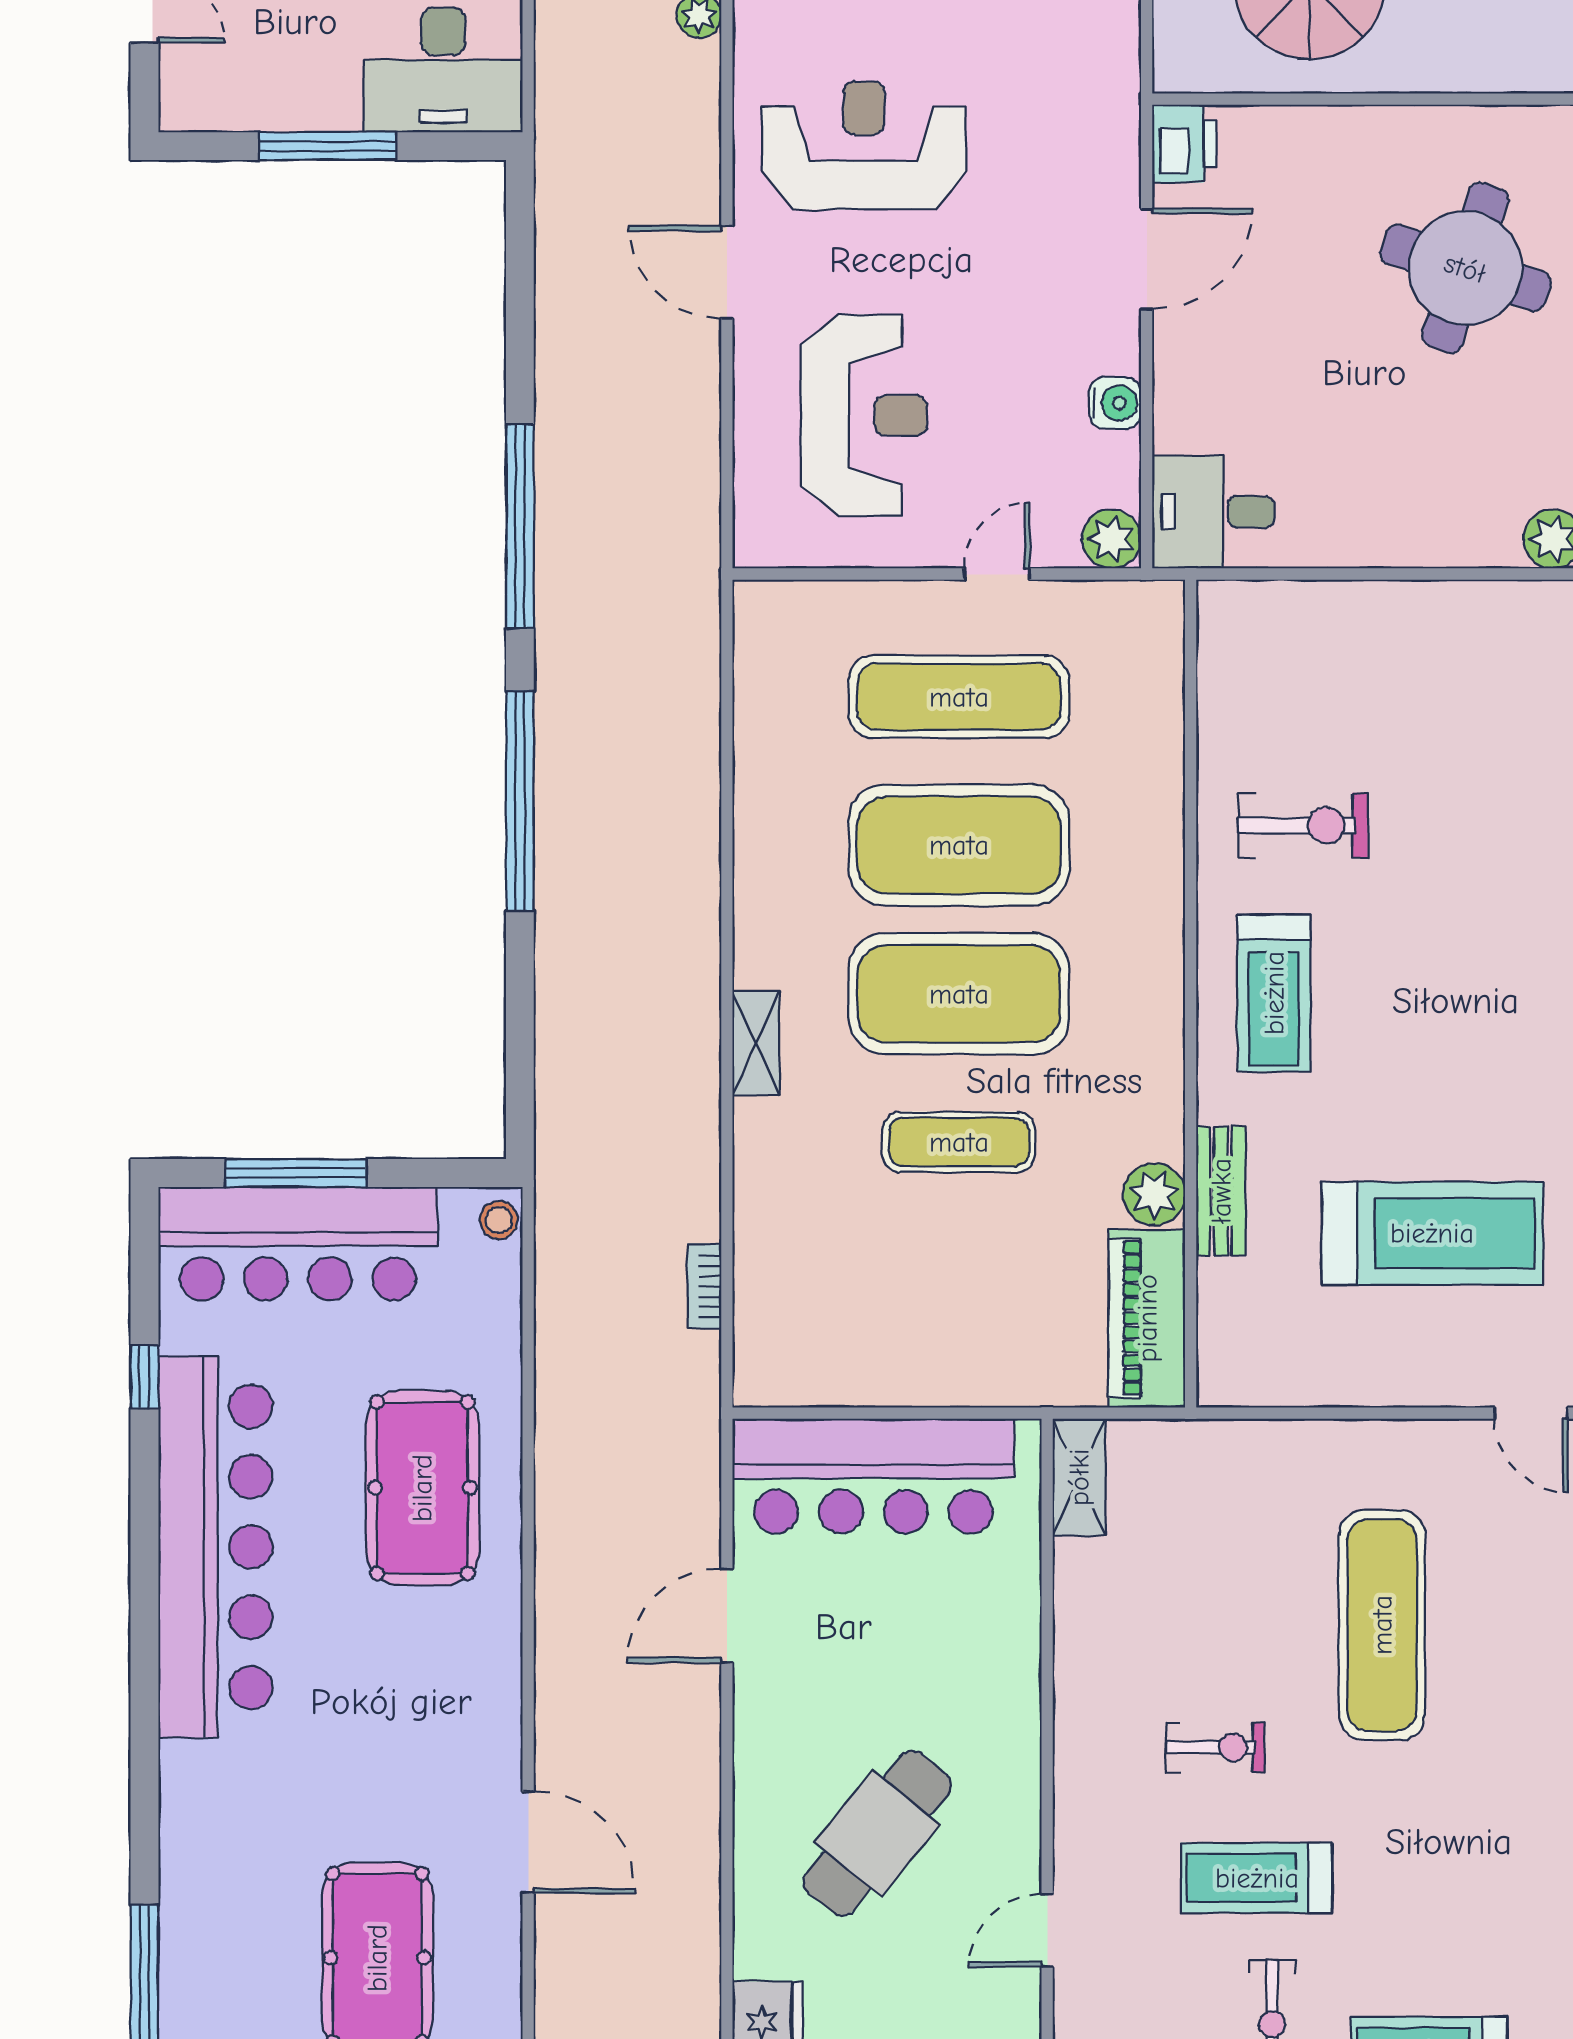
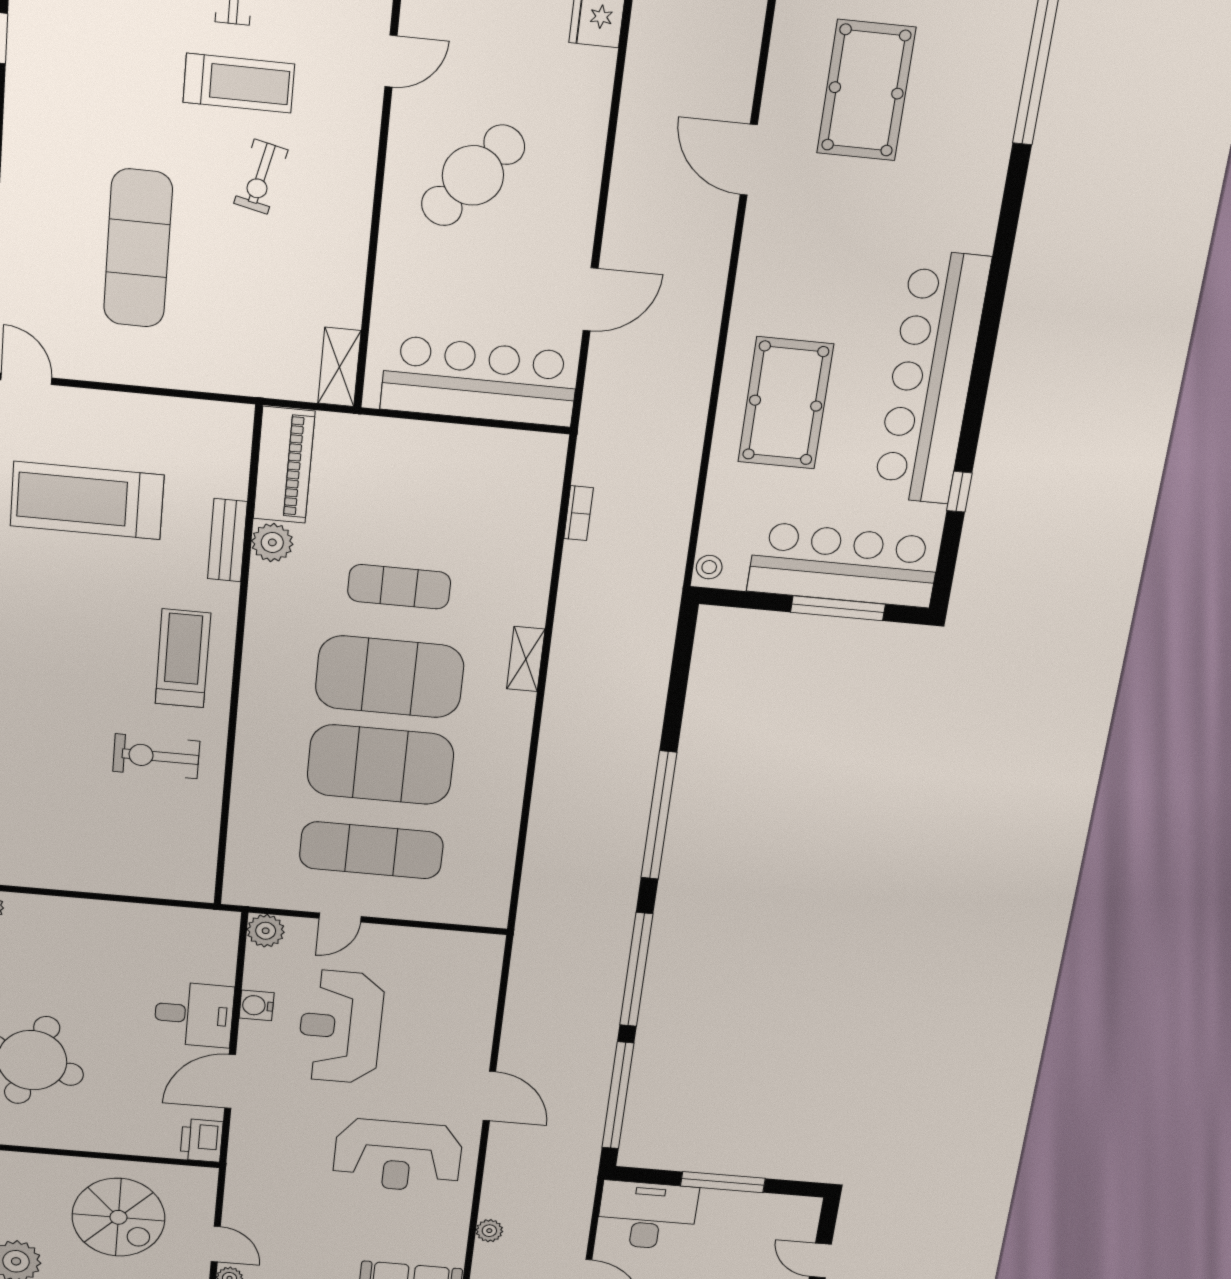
window: (520, 293) -> (618, 1096), added
reception desk: (864, 416) -> (340, 1027), moved
desk: (1213, 512) -> (194, 1014), moved
exercise bike: (1215, 1747) -> (261, 177), turned -77
cafe table: (877, 1833) -> (473, 175), moved

